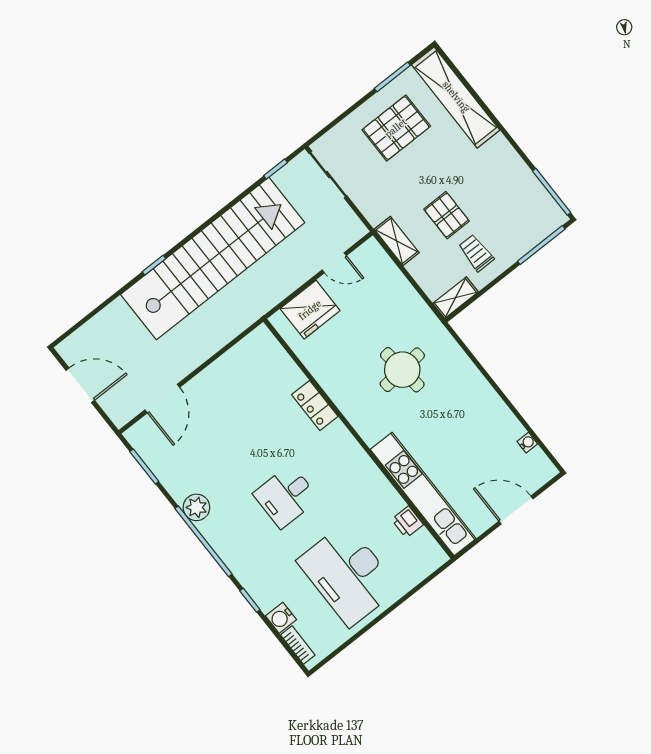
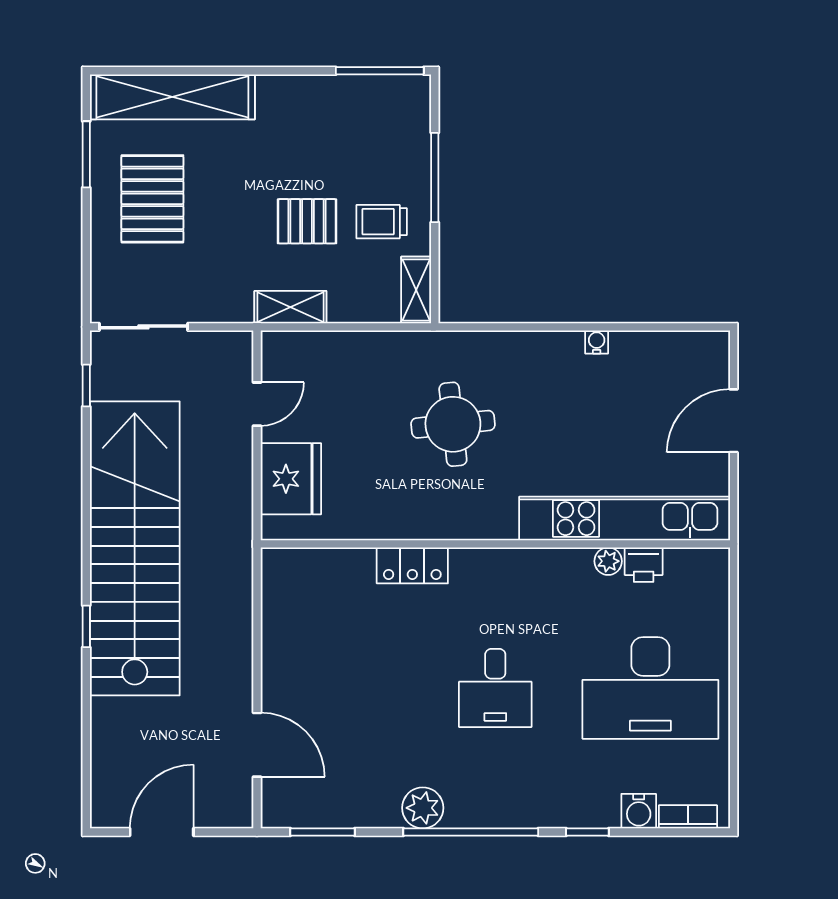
window: (541, 245) -> (435, 178), moved
water cooler: (527, 443) -> (597, 342), moved
plant: (395, 503) -> (608, 561), added

